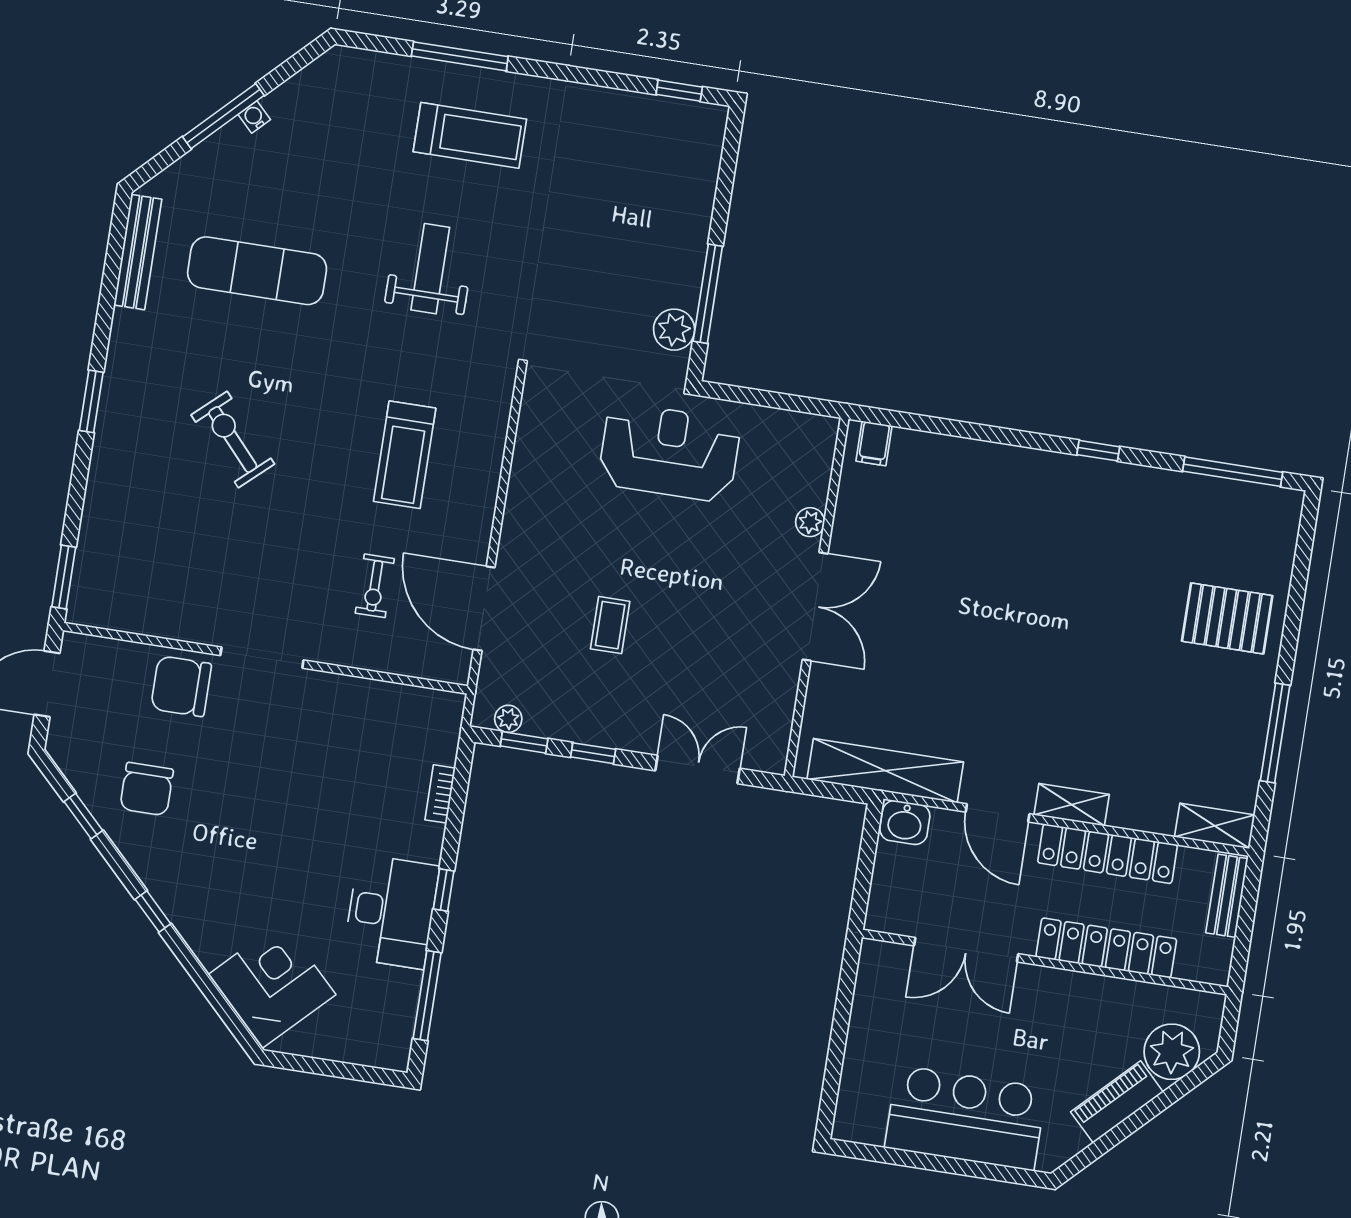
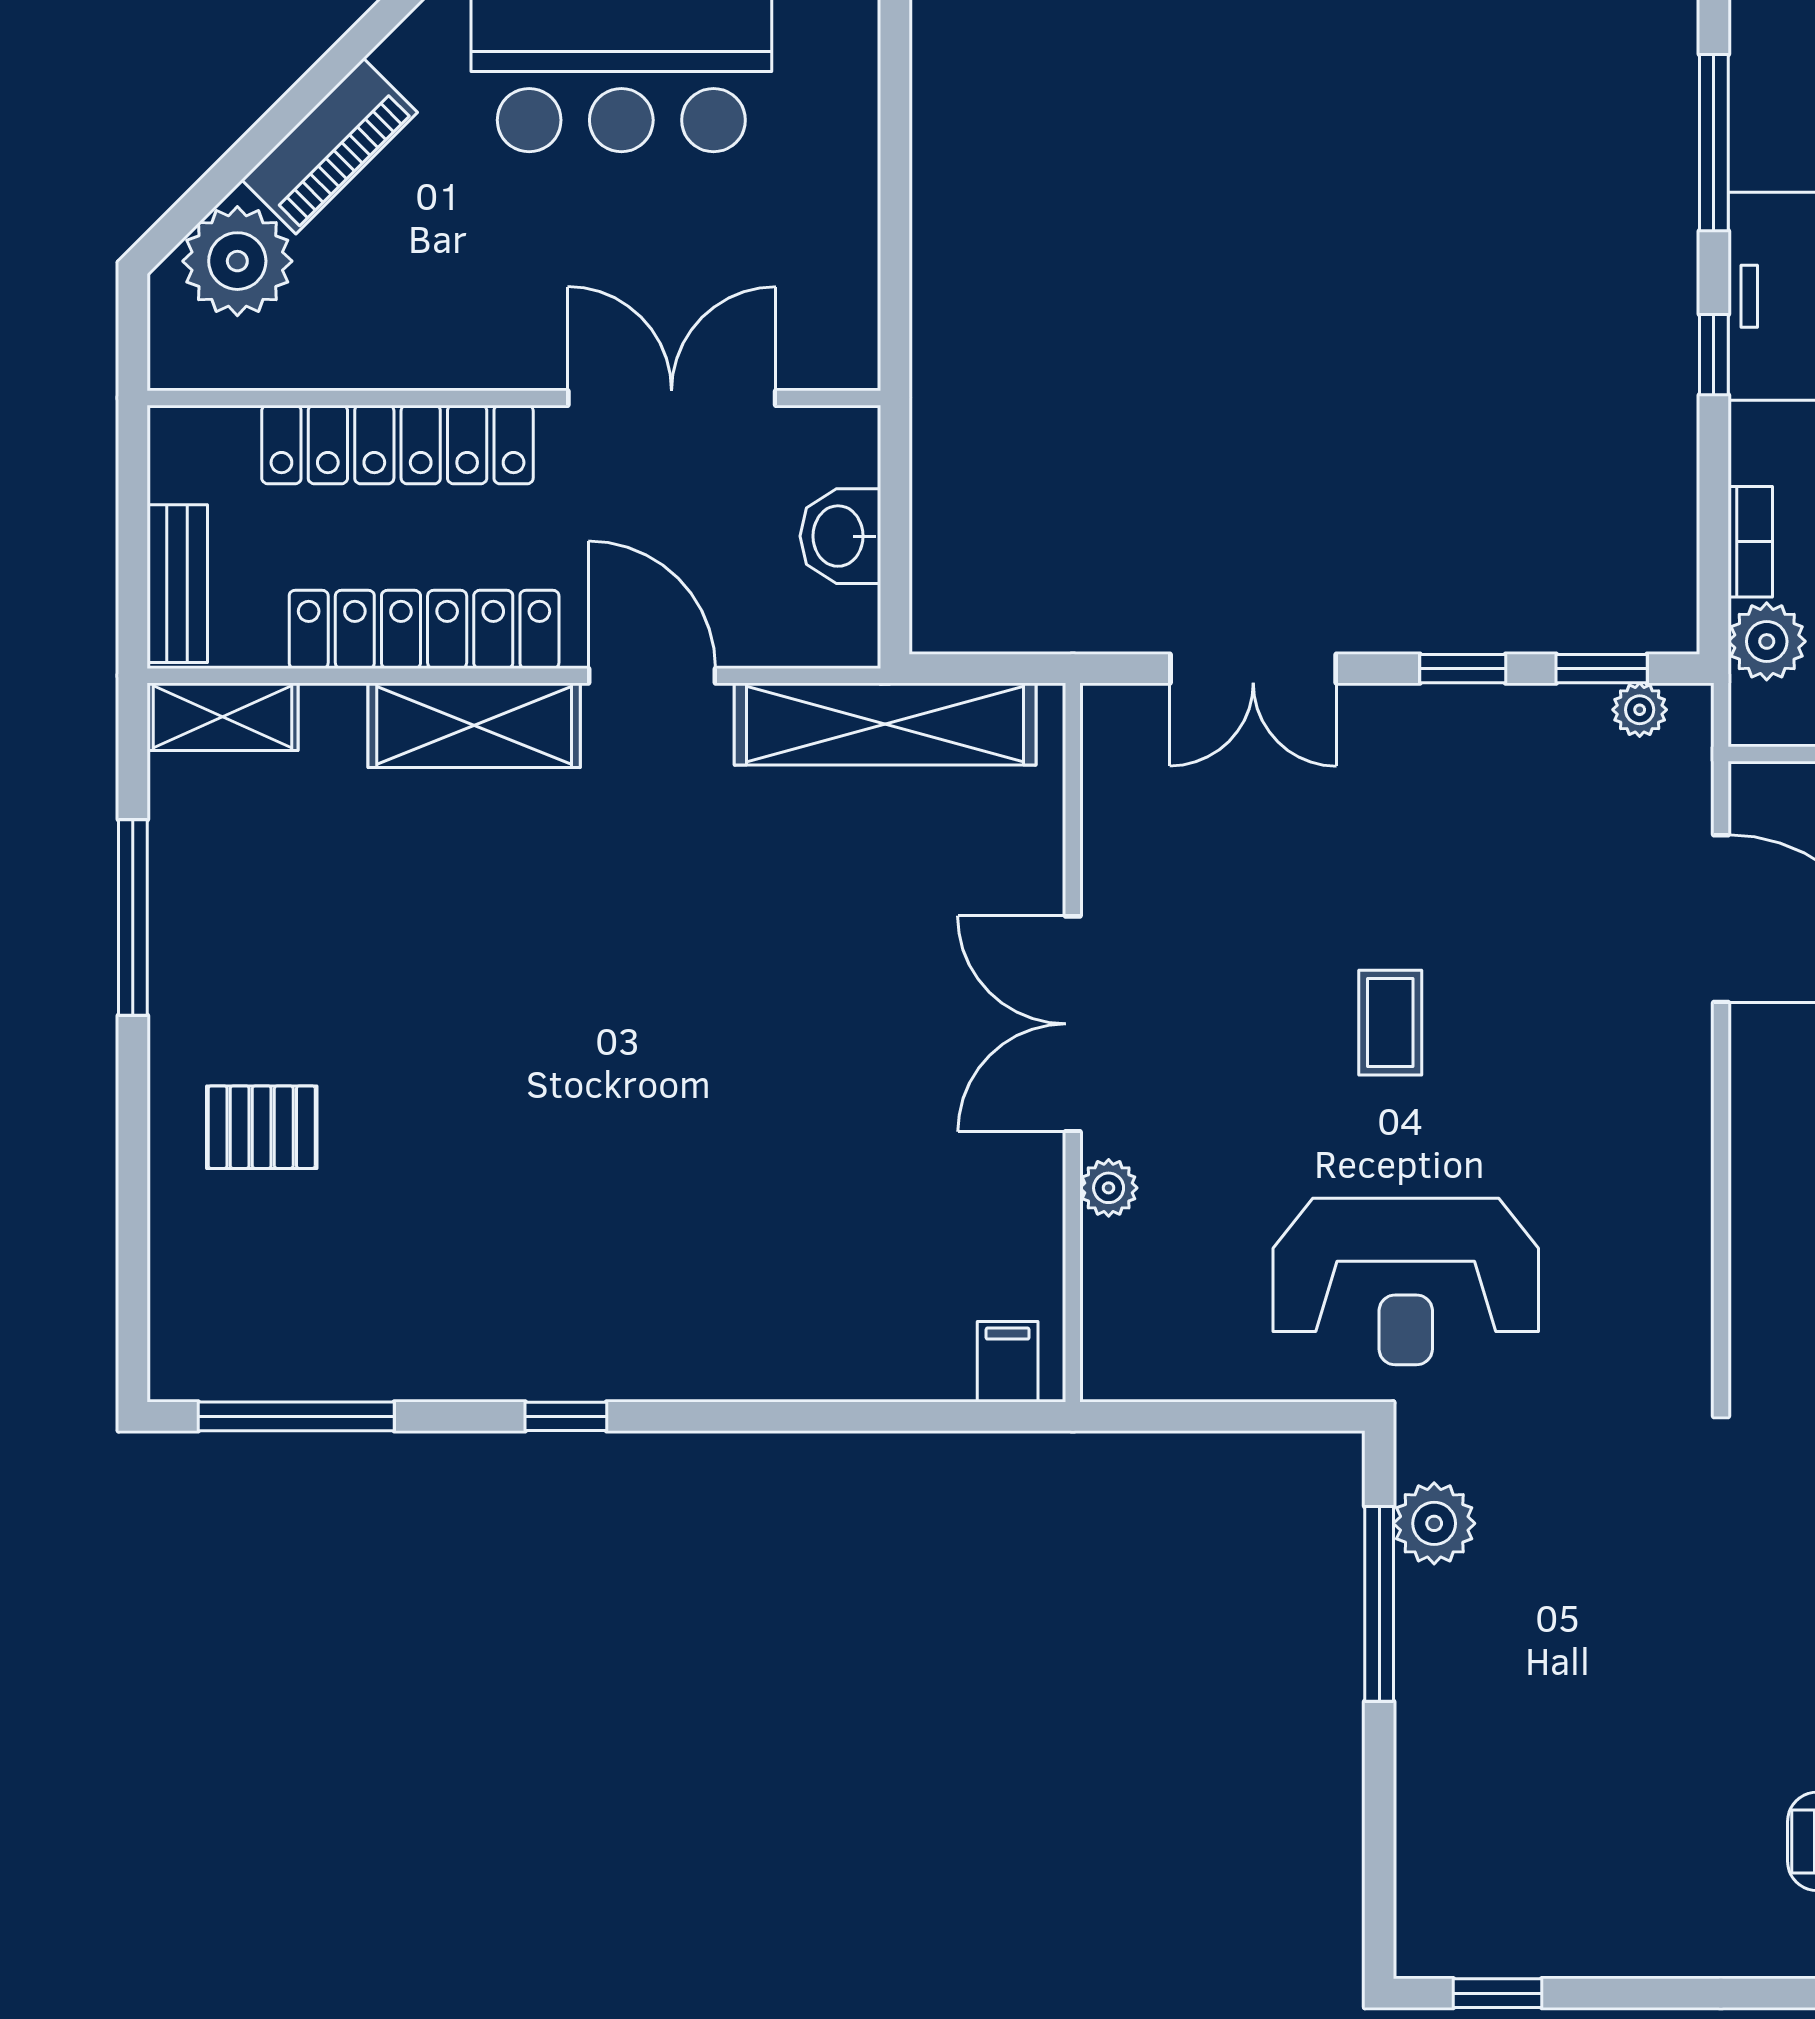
pallet: (1227, 618) -> (262, 1127), width x0.67, depth x0.71
coffee table: (610, 625) -> (1390, 1023), moved
plant: (440, 743) -> (1767, 641), added
shelving: (1072, 805) -> (474, 725), width x1.50, depth x1.33
washbasin: (905, 823) -> (840, 536), moved, turned -90

